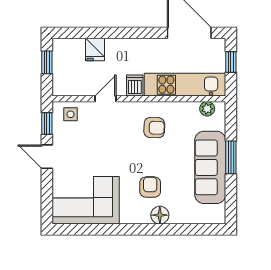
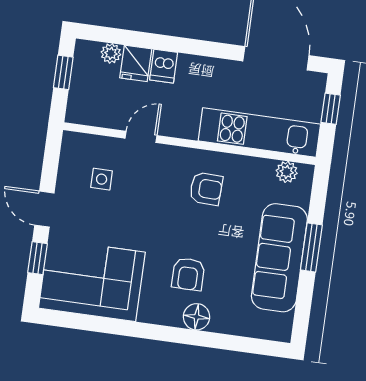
plant: (77, 45) -> (111, 53), added
dishwasher: (135, 86) -> (164, 66), moved, turned 180
side table: (70, 114) -> (102, 179), moved
window: (47, 123) -> (37, 258), moved
armchair: (150, 187) -> (188, 274), turned 180

